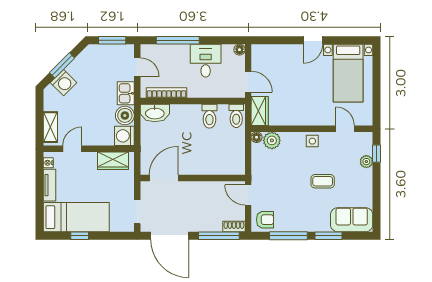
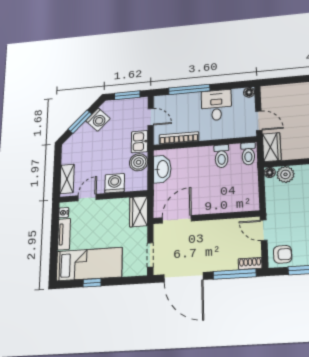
washing machine: (64, 83) -> (98, 120), moved
washbasin: (155, 113) -> (162, 169), moved, turned -90
washing machine: (124, 136) -> (115, 183), moved, turned 90
wardrobe: (113, 161) -> (139, 211), moved, turned 90

